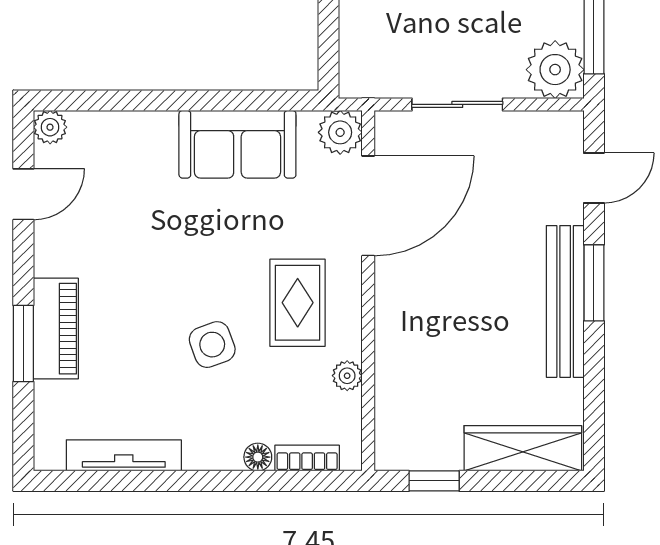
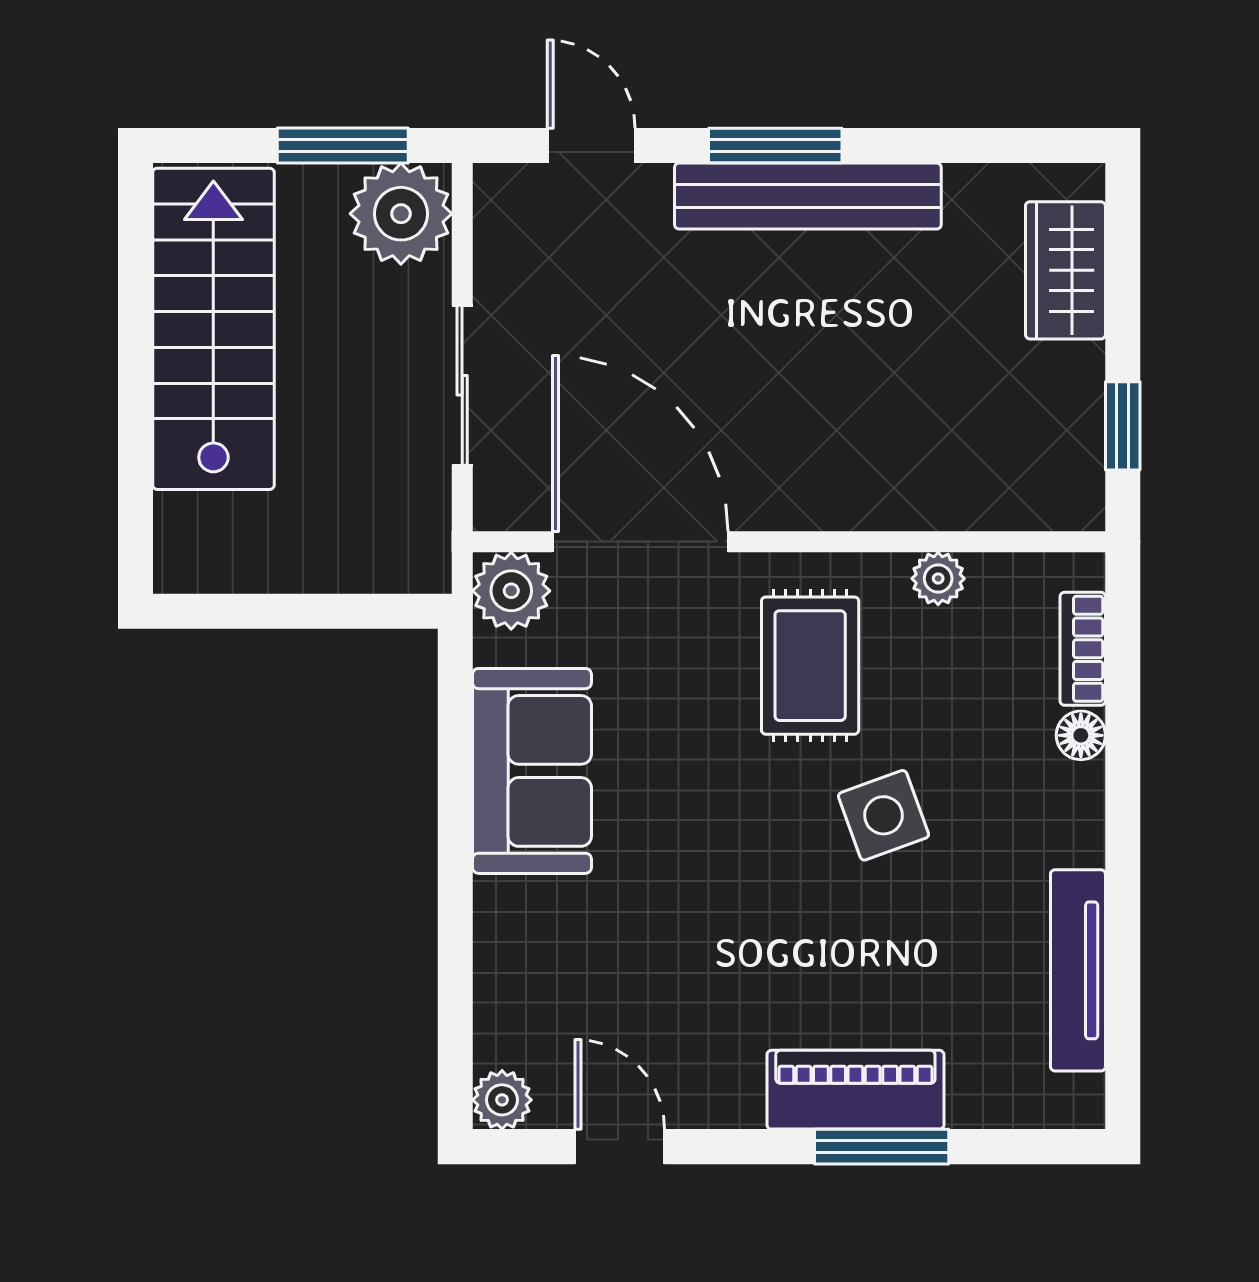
rug: (298, 303) -> (810, 666), turned 90
wardrobe: (523, 448) -> (1065, 270), width x0.67

